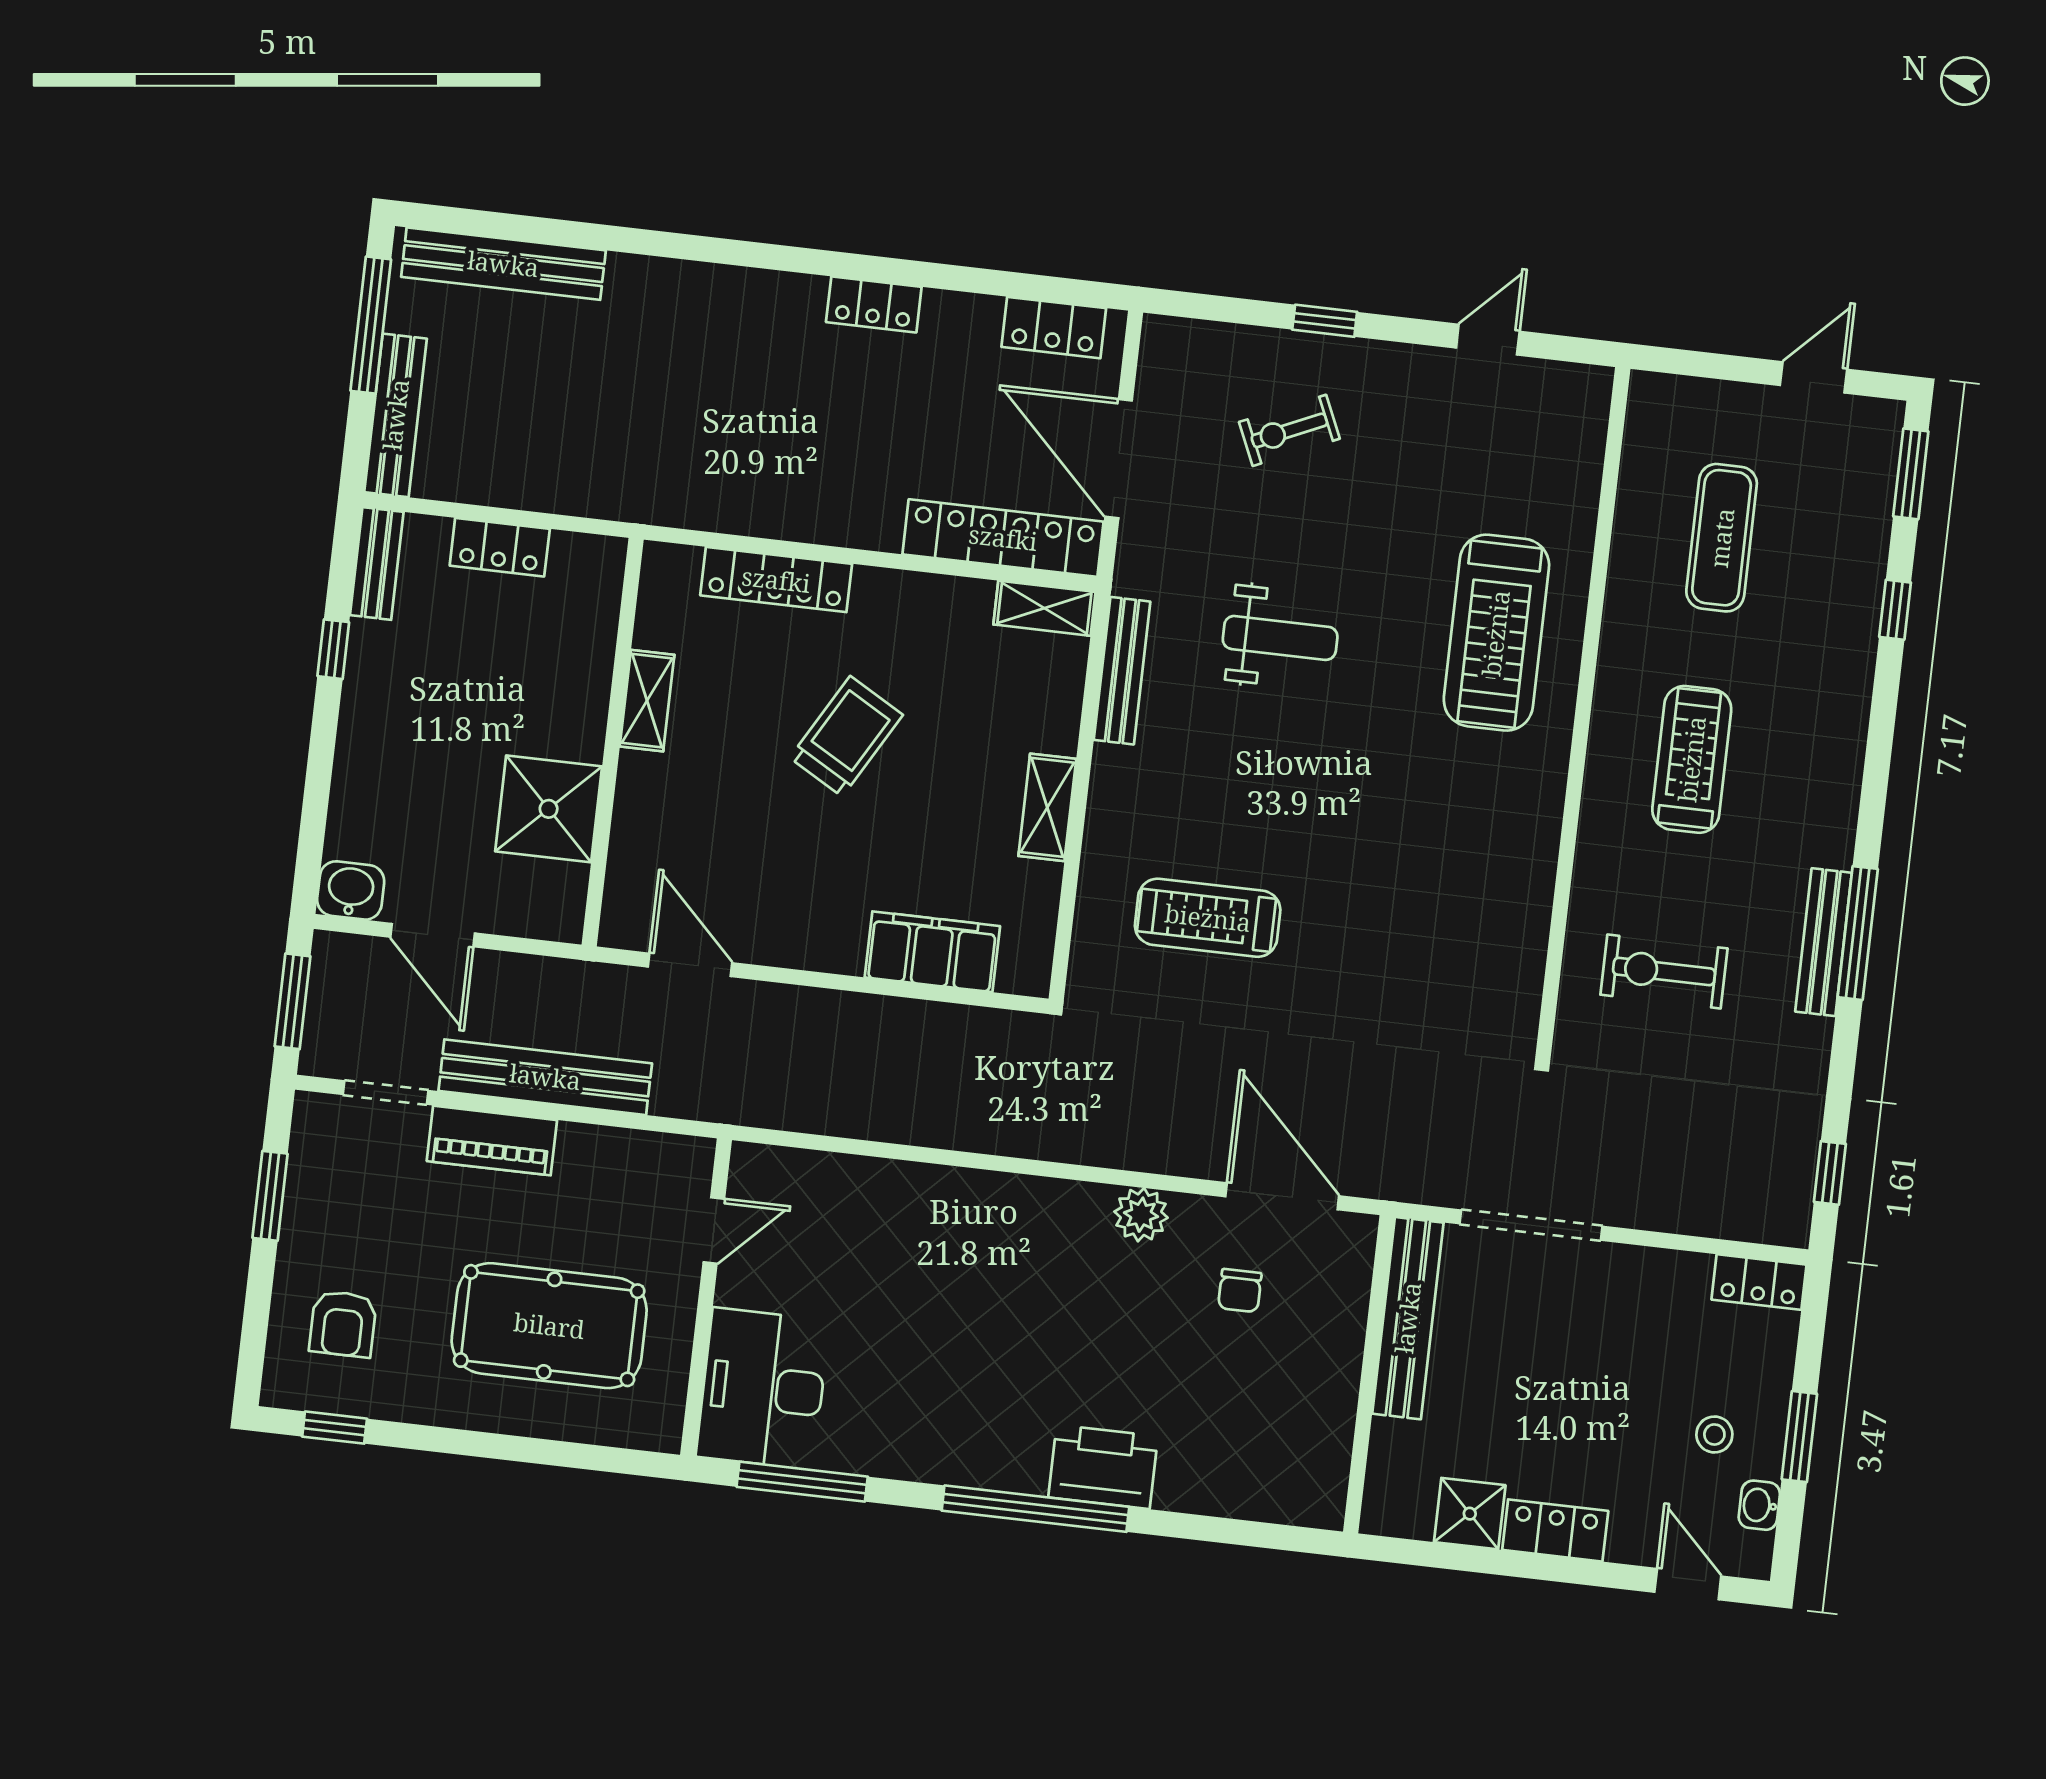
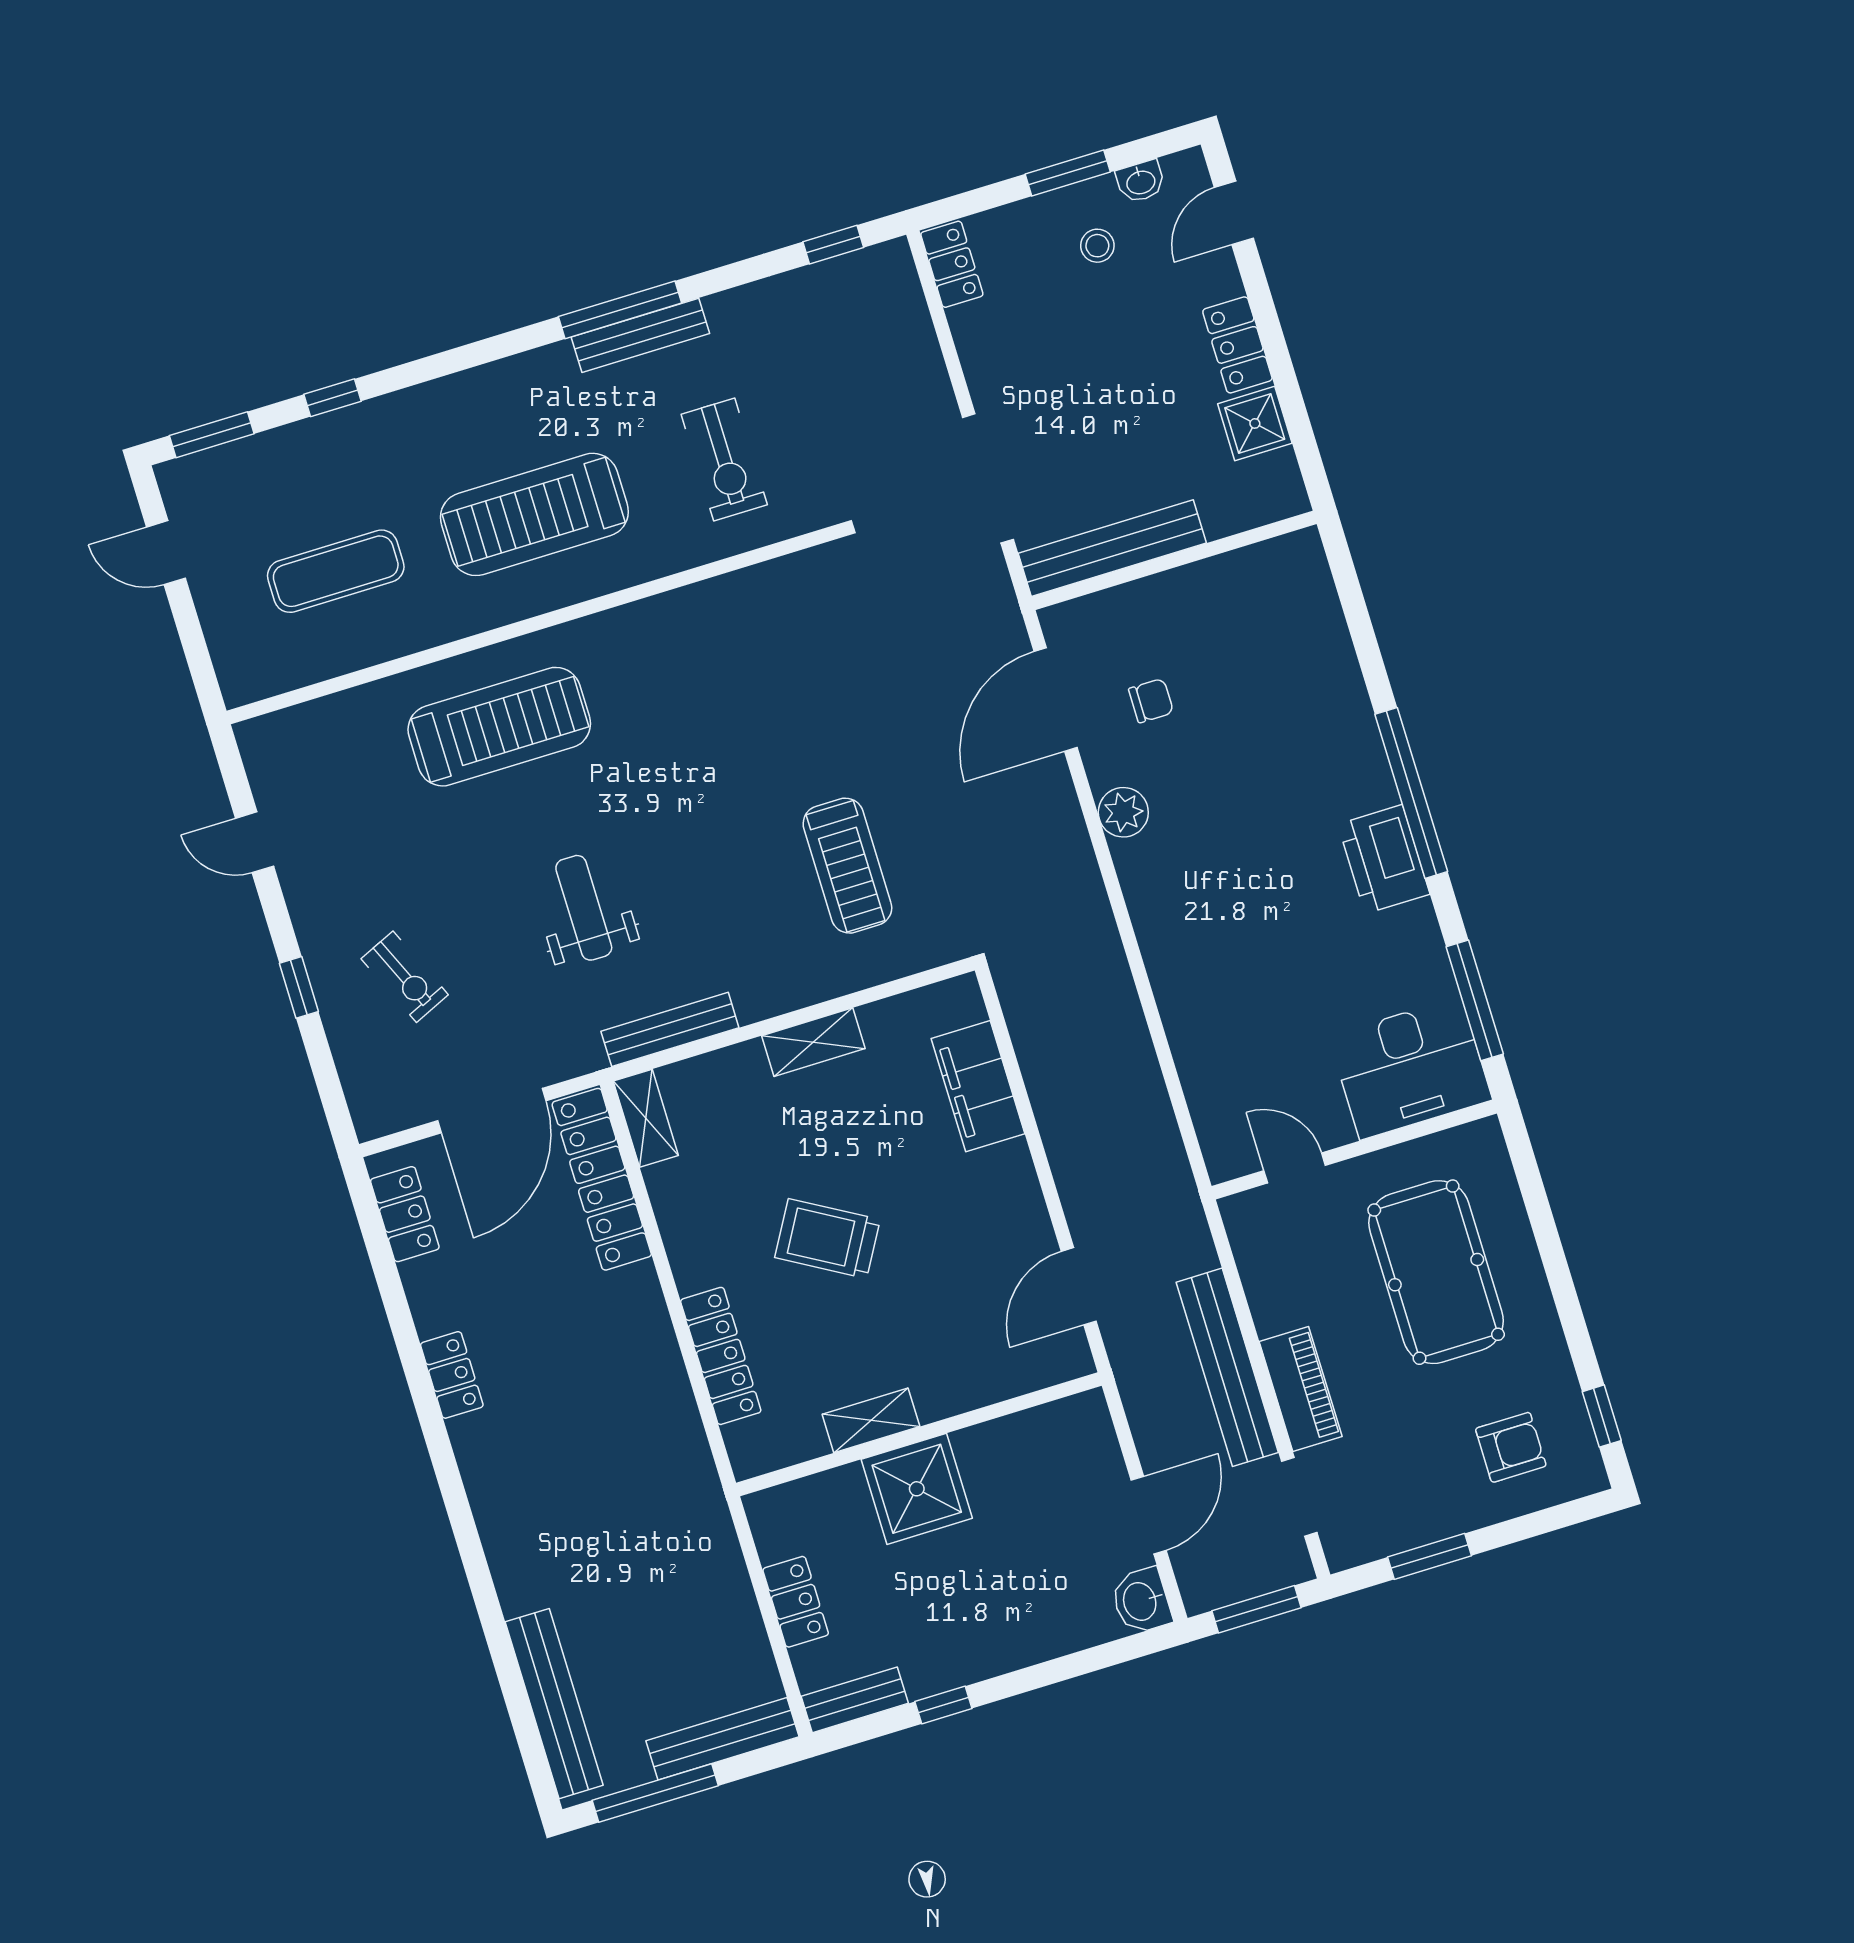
treadmill: (1692, 759) -> (534, 514), width x1.37, depth x1.38
shower: (549, 809) -> (917, 1489), moved
printer: (1103, 1467) -> (1384, 859), moved

